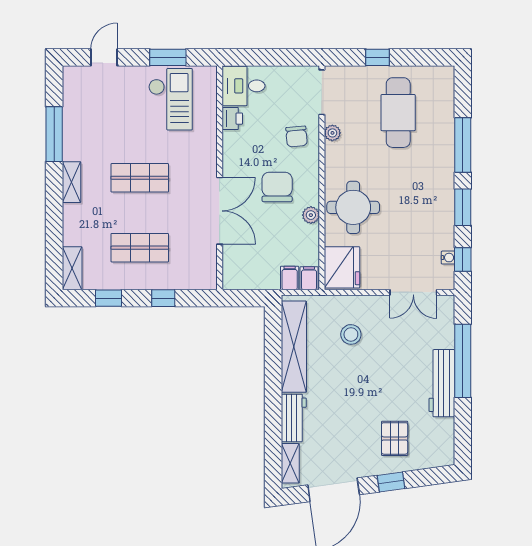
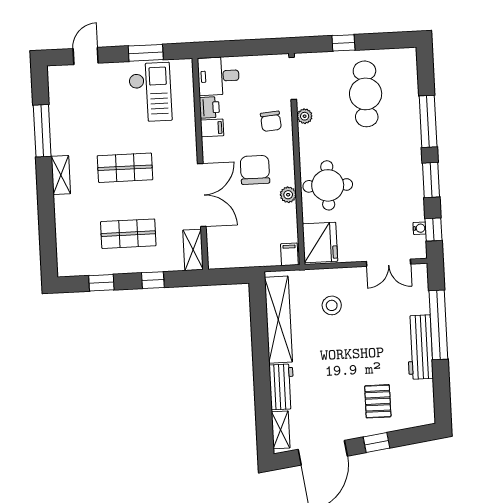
shelving: (72, 268) -> (193, 250), moved
filing cabinet: (290, 278) -> (212, 128), moved, turned 90

